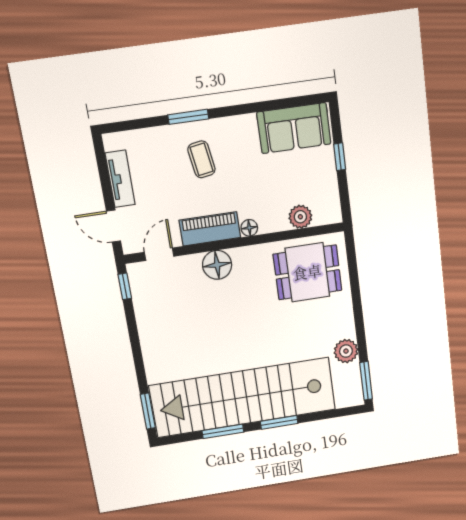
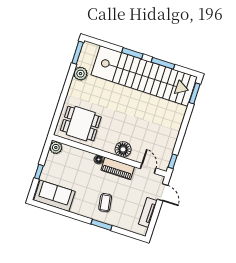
plant: (300, 217) -> (56, 148), moved
door: (159, 254) -> (148, 168), swing flipped

